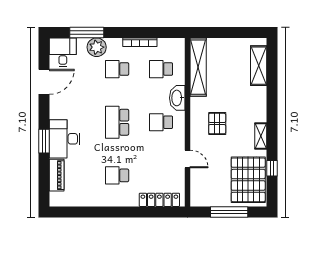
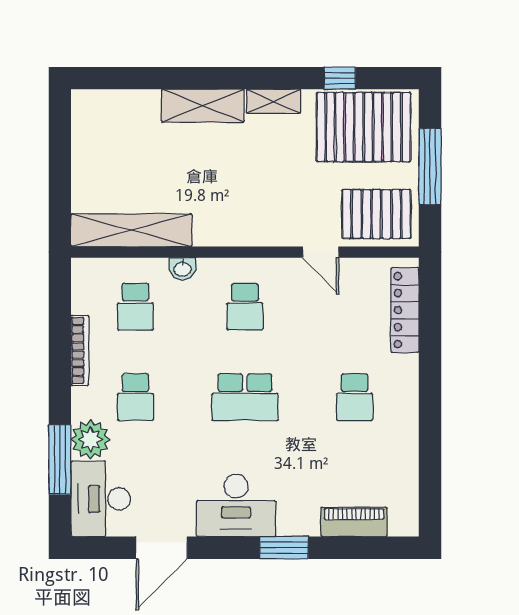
desk: (63, 52) -> (101, 499), width x1.37
shelving: (259, 66) -> (203, 106), moved
door: (44, 82) -> (162, 548), swing flipped
washbasin: (177, 98) -> (183, 269), width x0.52, depth x0.69
pallet: (217, 124) -> (376, 214), moved, width x1.50, depth x1.42
desk: (65, 139) -> (236, 505), moved
door: (188, 159) -> (321, 252), swing flipped

